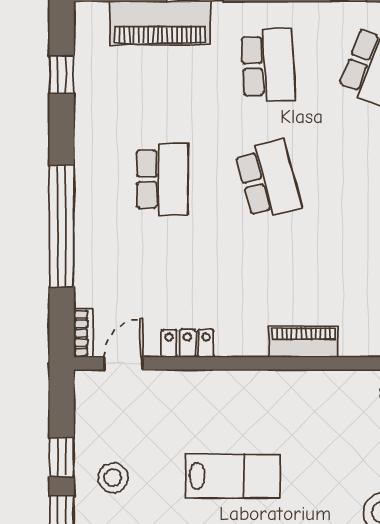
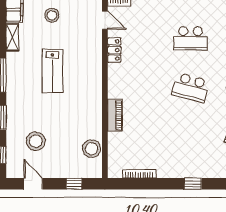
school desk: (268, 179) -> (191, 88), turned 30
piano: (303, 342) -> (115, 115), moved

